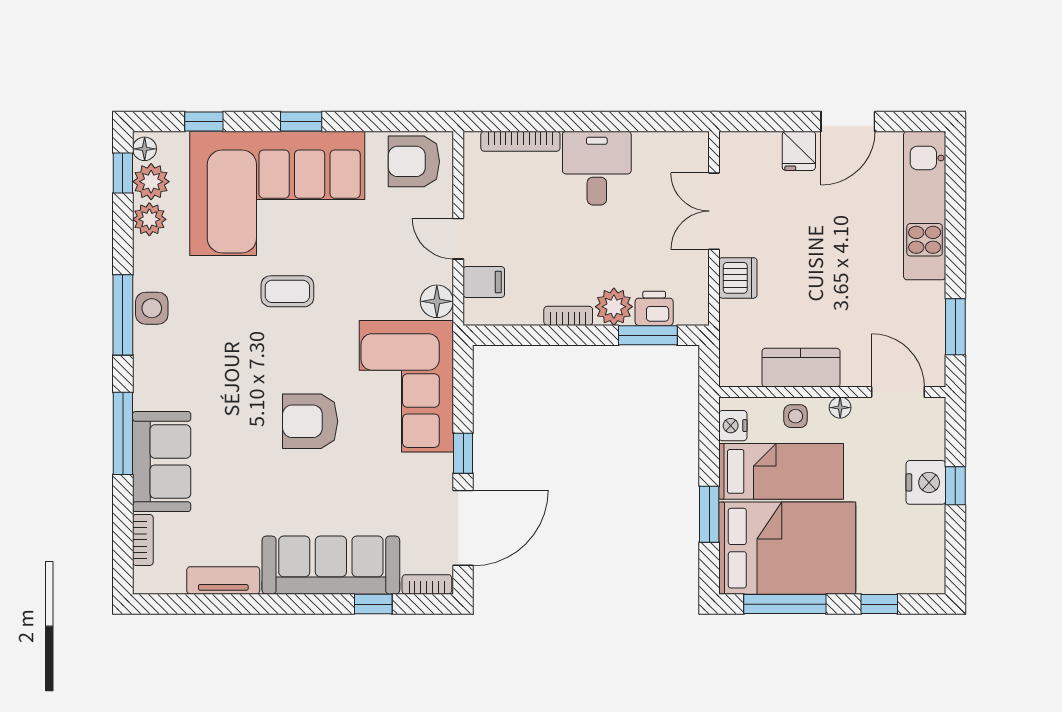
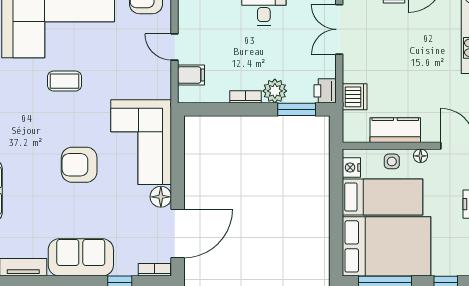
dishwasher: (738, 278) -> (355, 97), moved
floor lamp: (437, 301) -> (161, 197), moved
printer: (654, 308) -> (325, 91), moved, turned -90
window: (463, 453) -> (178, 185), removed
window: (709, 514) -> (336, 225), removed
sofa: (331, 565) -> (81, 257), width x0.73

